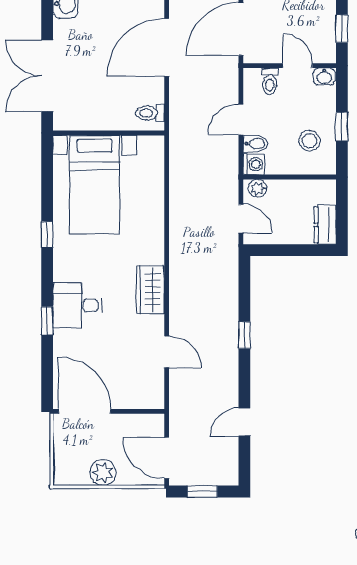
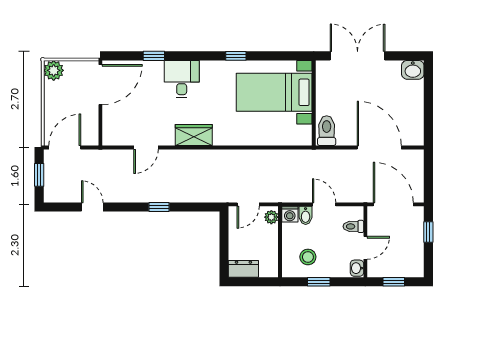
toilet: (150, 113) -> (327, 131), width x1.37, depth x1.39
window: (47, 321) -> (154, 56), moved
plant: (103, 473) -> (54, 70), moved

